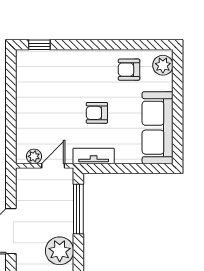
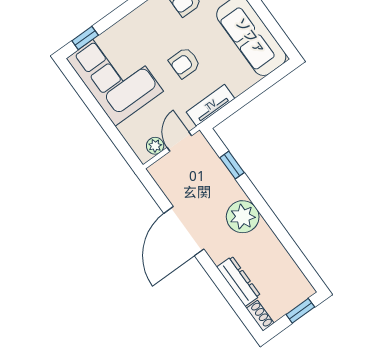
corner sofa: (42, 86) -> (115, 75), added
window: (78, 209) -> (232, 165), width x0.46

